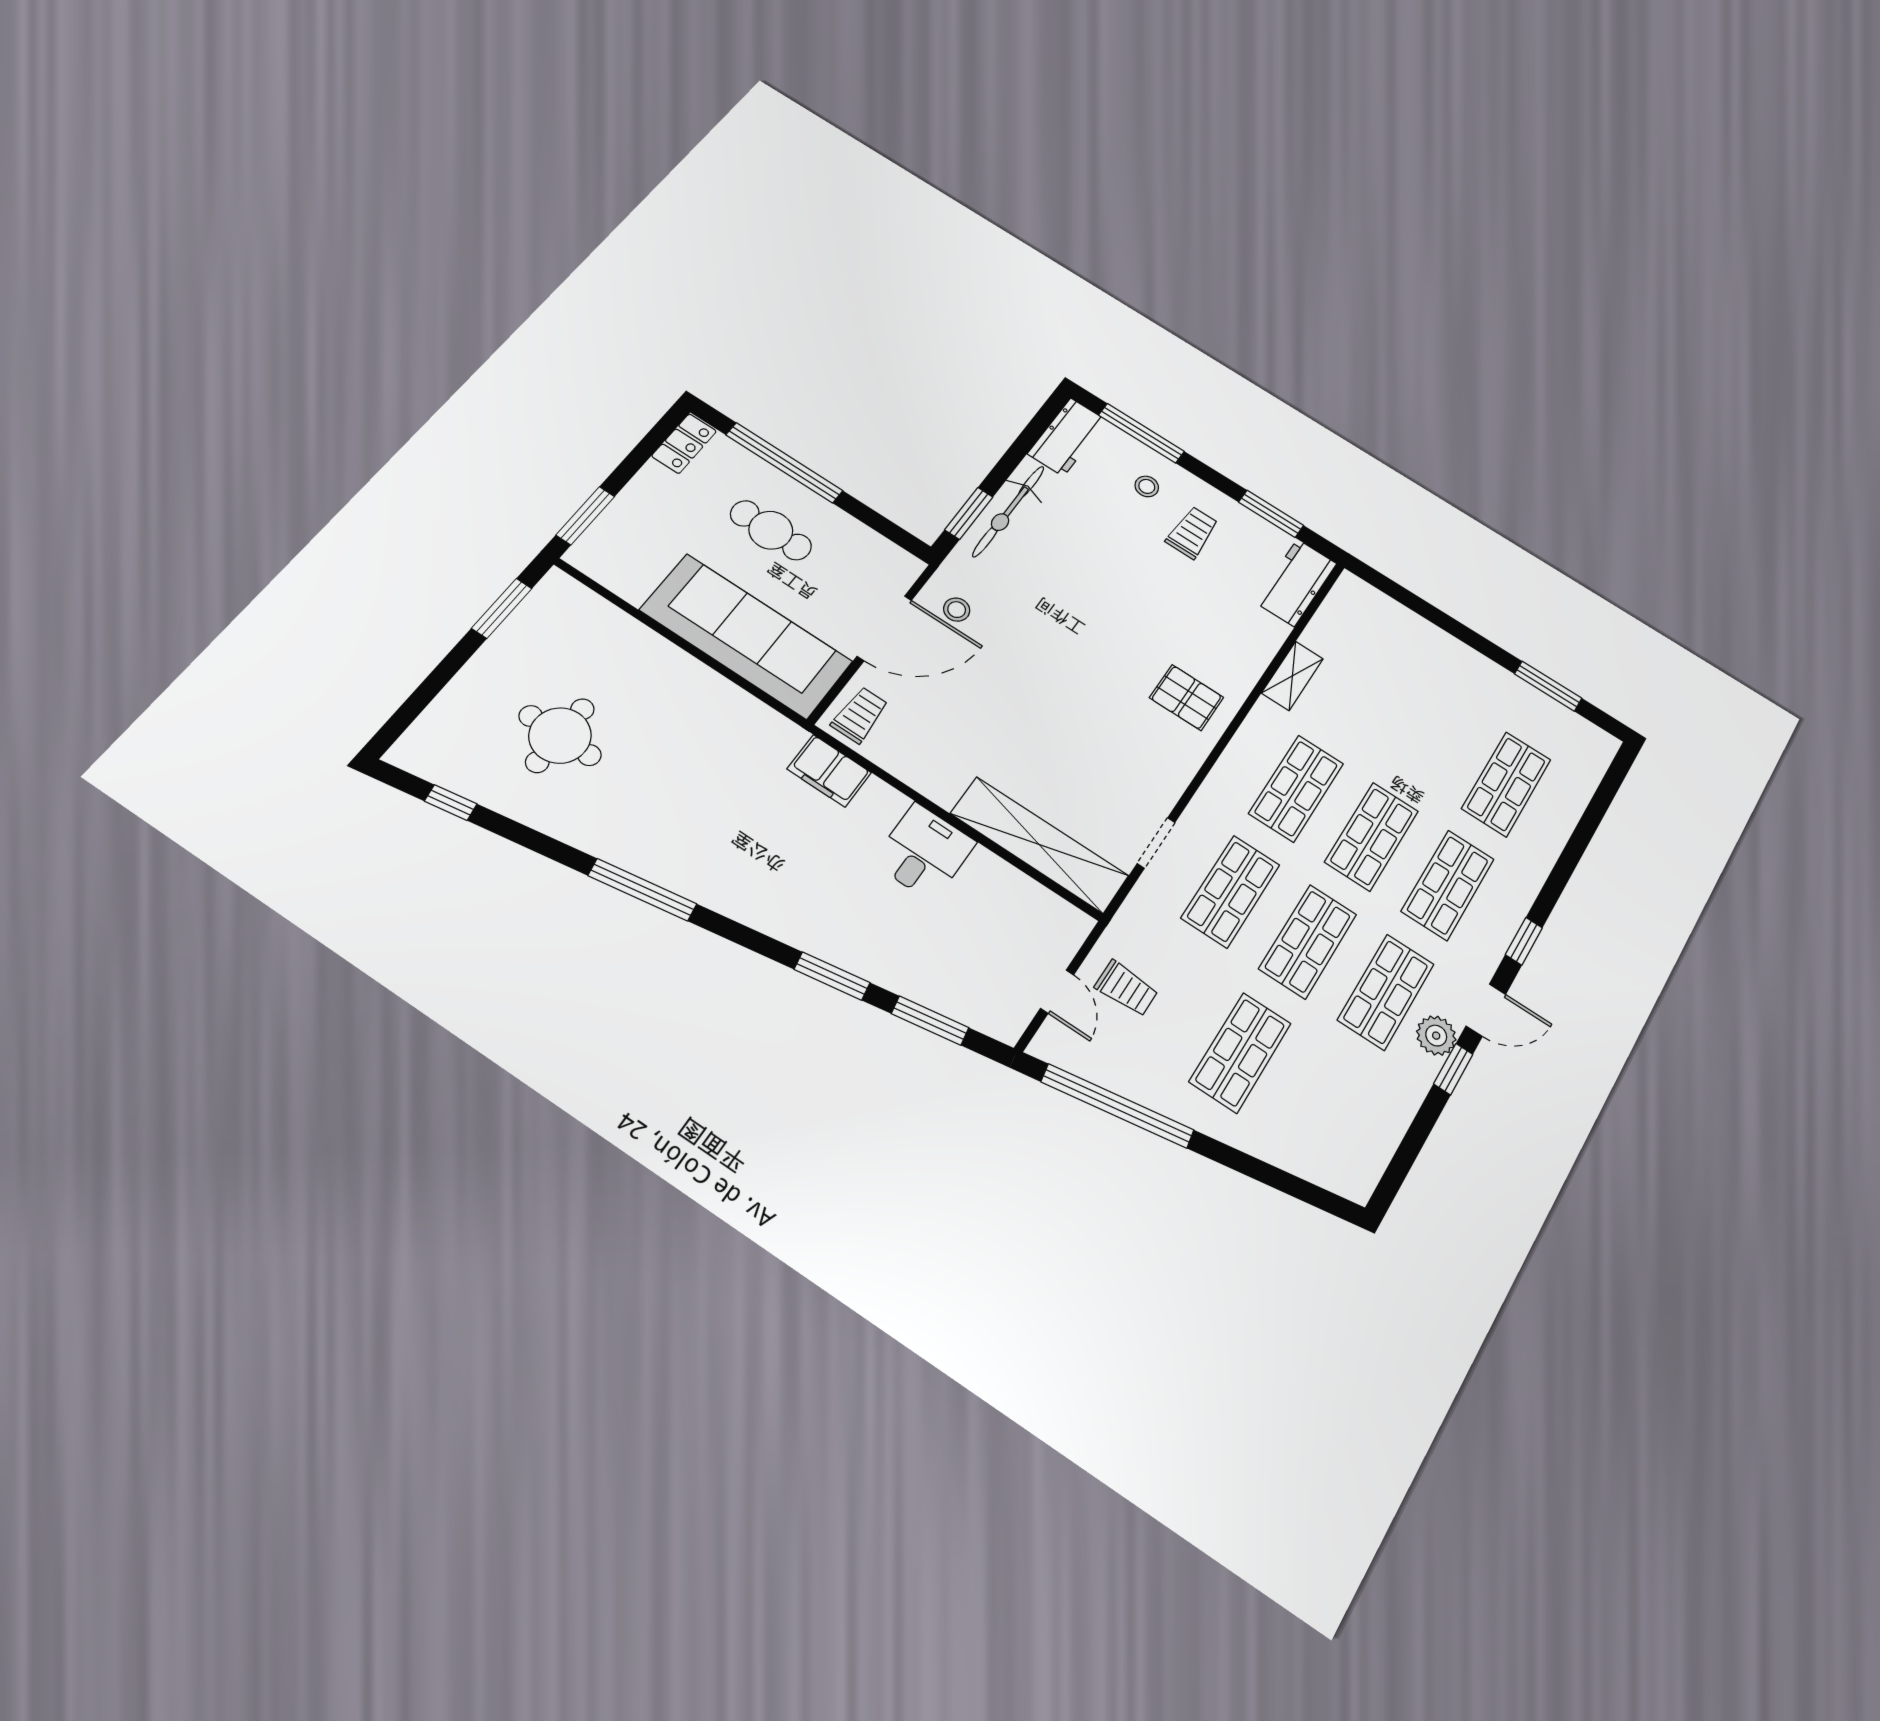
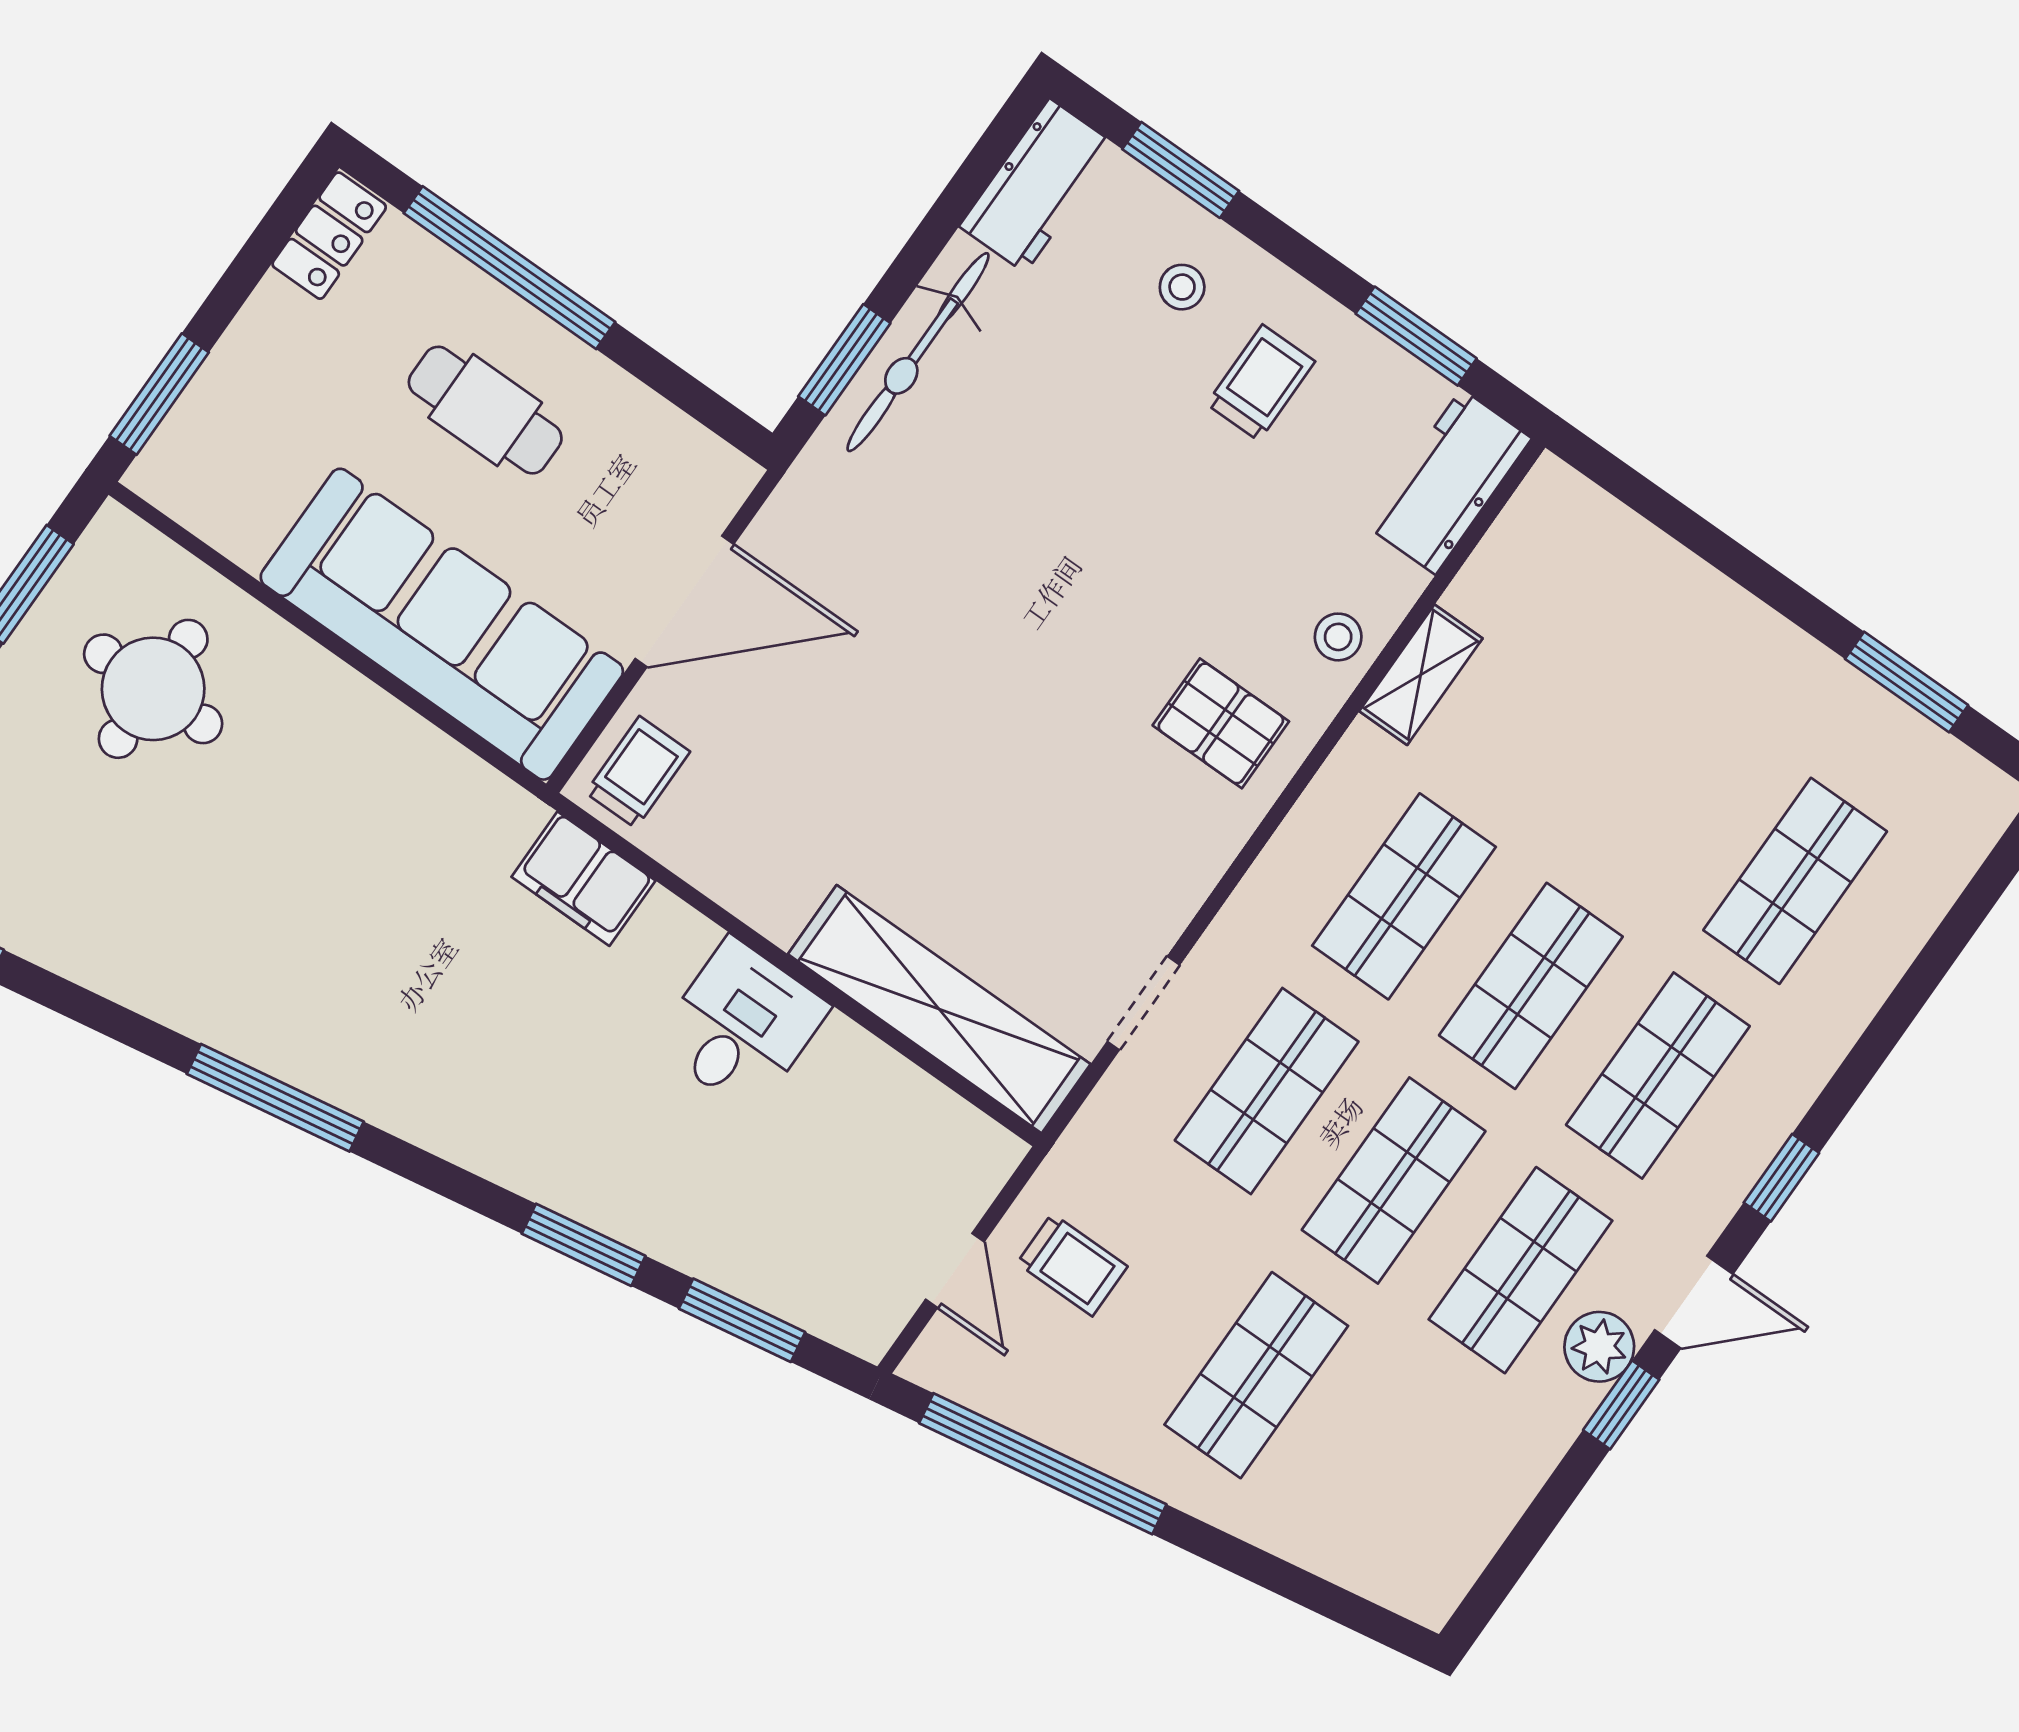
window: (1141, 433) -> (1181, 170), width x0.69
stool: (957, 610) -> (1338, 637), moved
round table: (560, 736) -> (153, 689), moved

